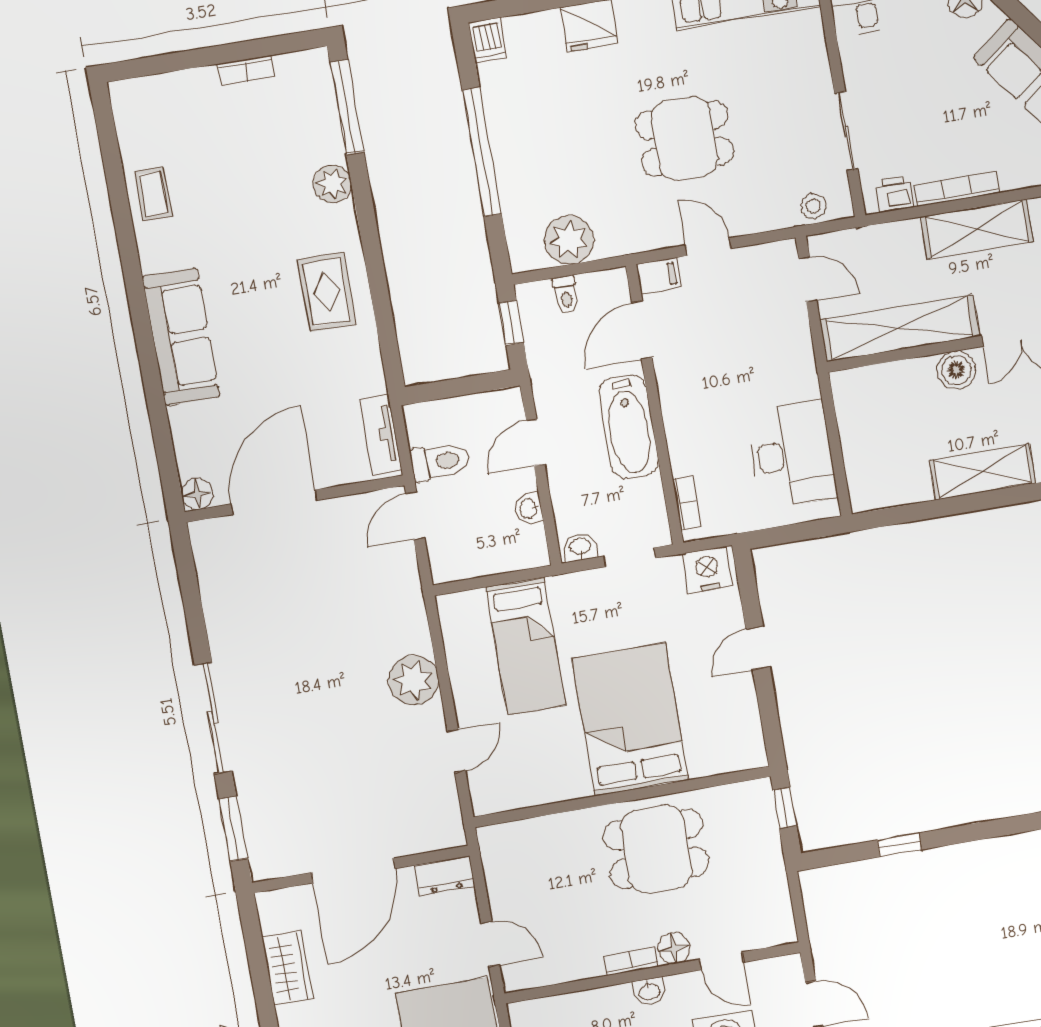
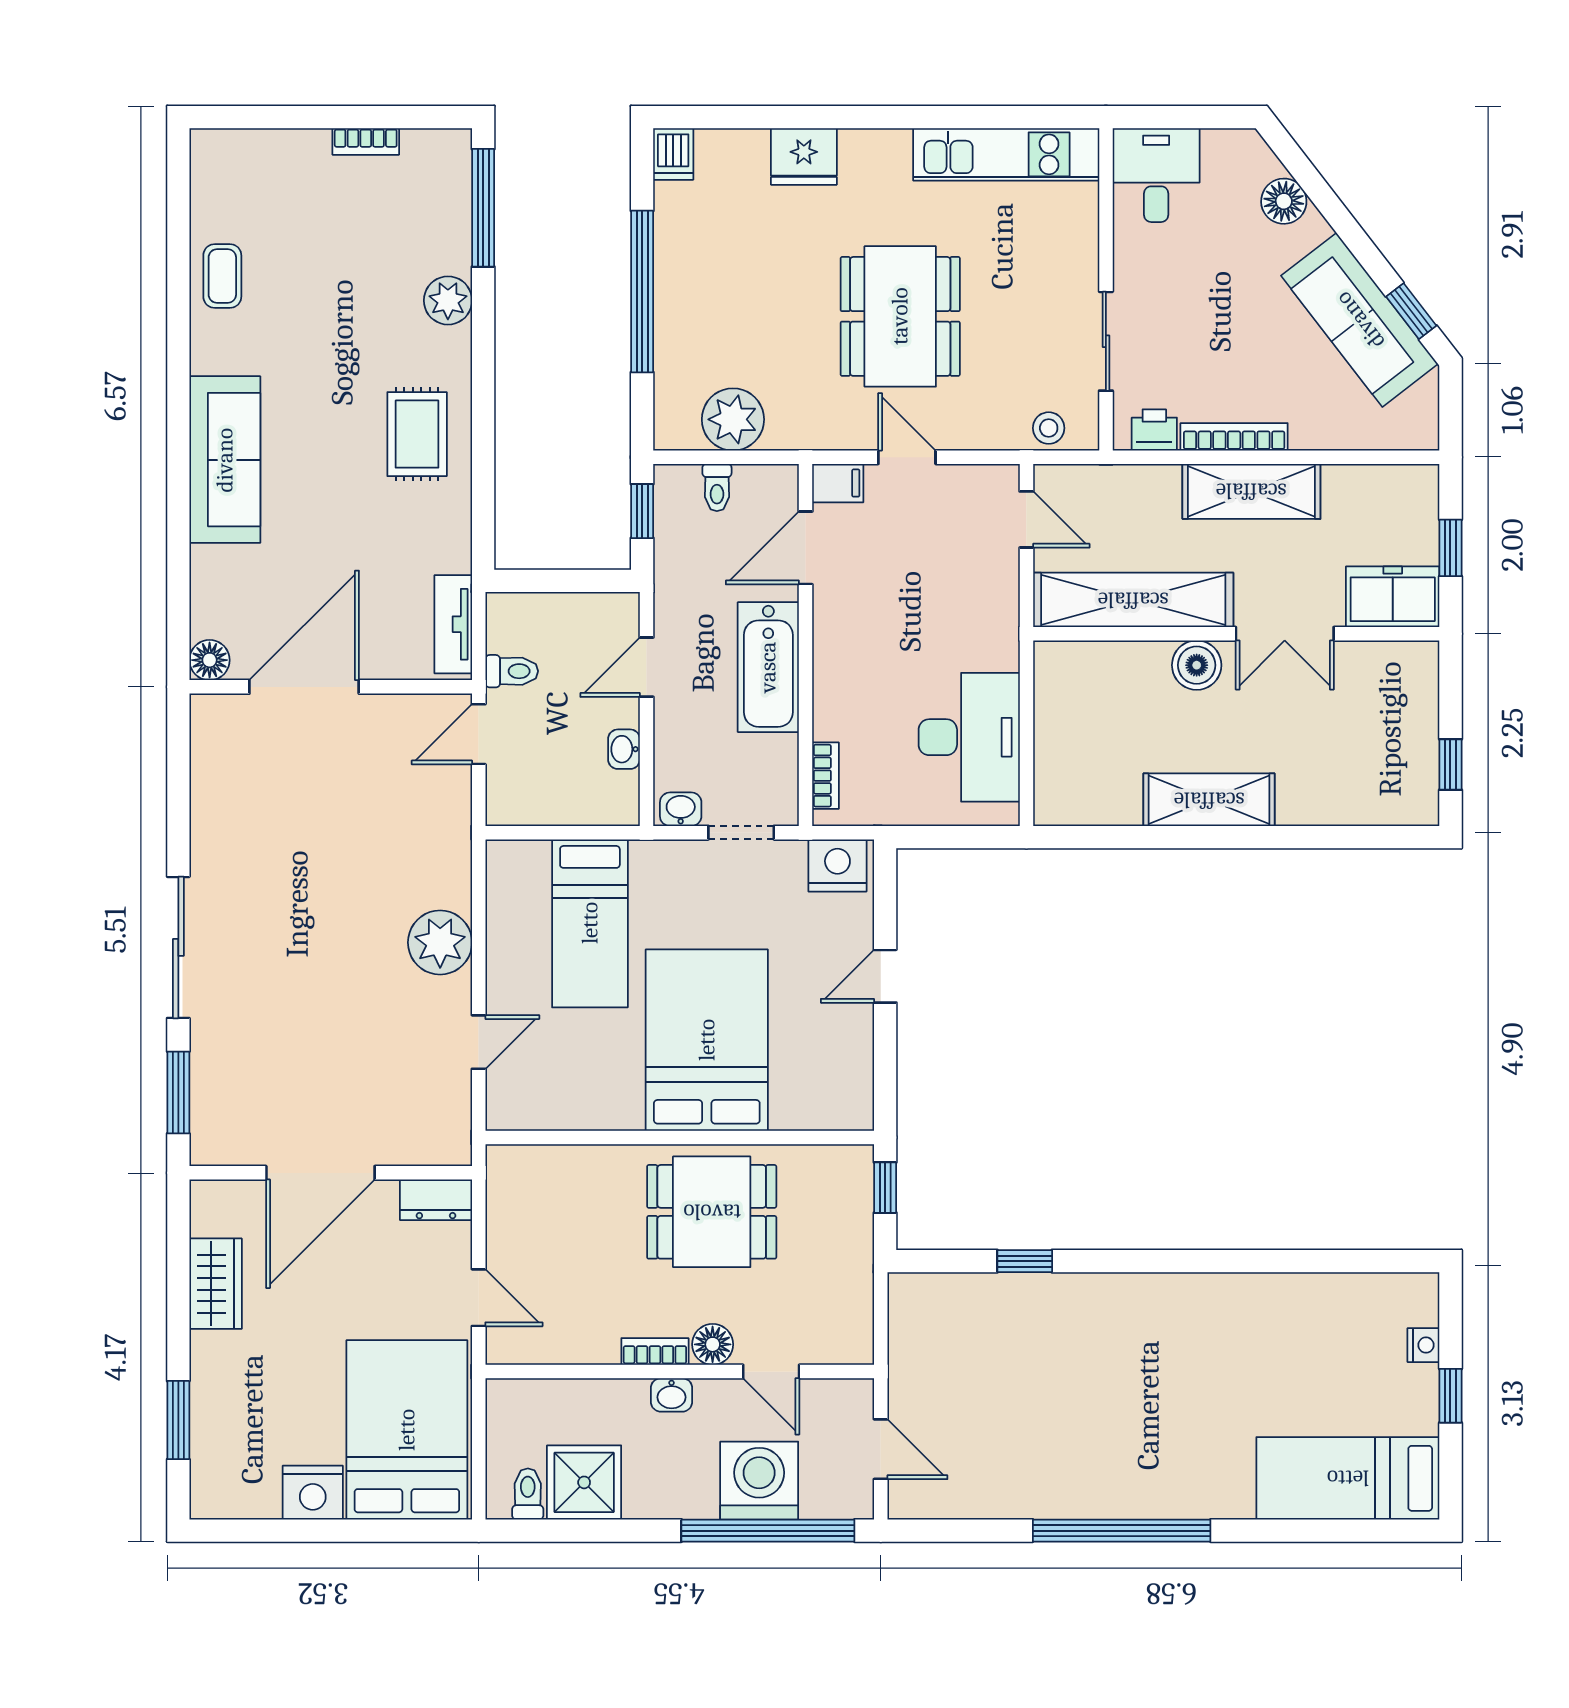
dining table: (685, 138) -> (900, 316), width x1.38
toilet: (440, 462) -> (512, 671), width x0.73, depth x0.72

